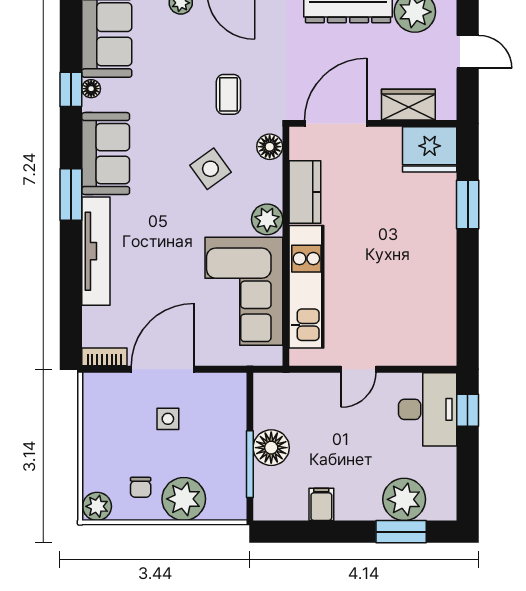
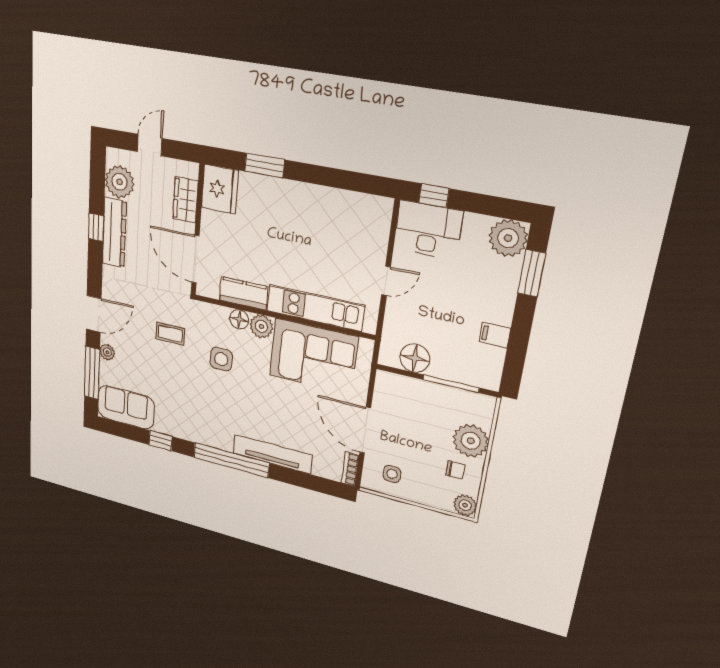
floor lamp: (91, 89) -> (161, 427), removed
floor lamp: (270, 147) -> (239, 319), moved
sofa: (106, 154) -> (205, 429), removed
side table: (210, 169) -> (221, 359), turned 36
window: (71, 194) -> (231, 460), width x2.11
door: (358, 369) -> (386, 281), hinge flipped
side table: (168, 419) -> (392, 474), moved
floor lamp: (271, 448) -> (415, 358), moved
plant: (404, 499) -> (508, 238), moved

